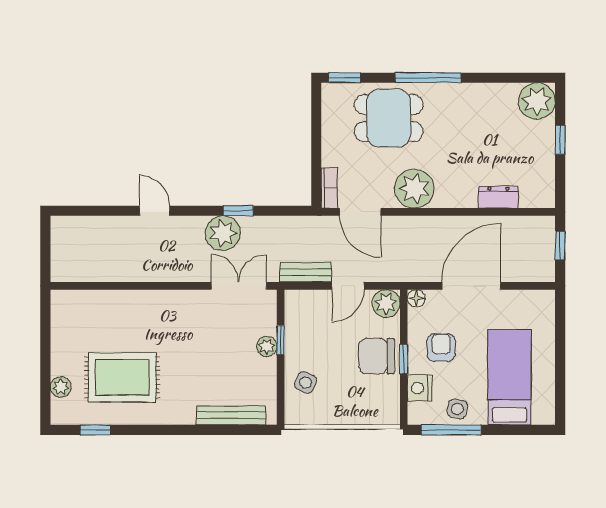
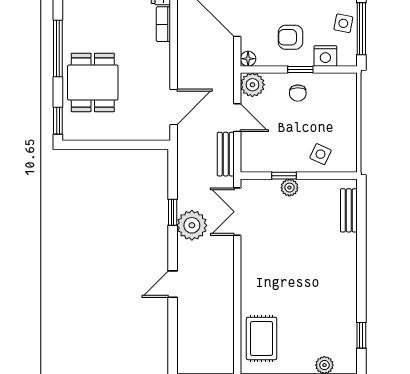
bookcase: (329, 188) -> (163, 24), moved, turned -90
plant: (414, 189) -> (153, 60), removed
chair: (376, 356) -> (298, 93), width x0.54, depth x0.54
rug: (122, 377) -> (262, 338), moved, width x0.73, depth x0.70
bench: (231, 415) -> (349, 210), width x0.73

